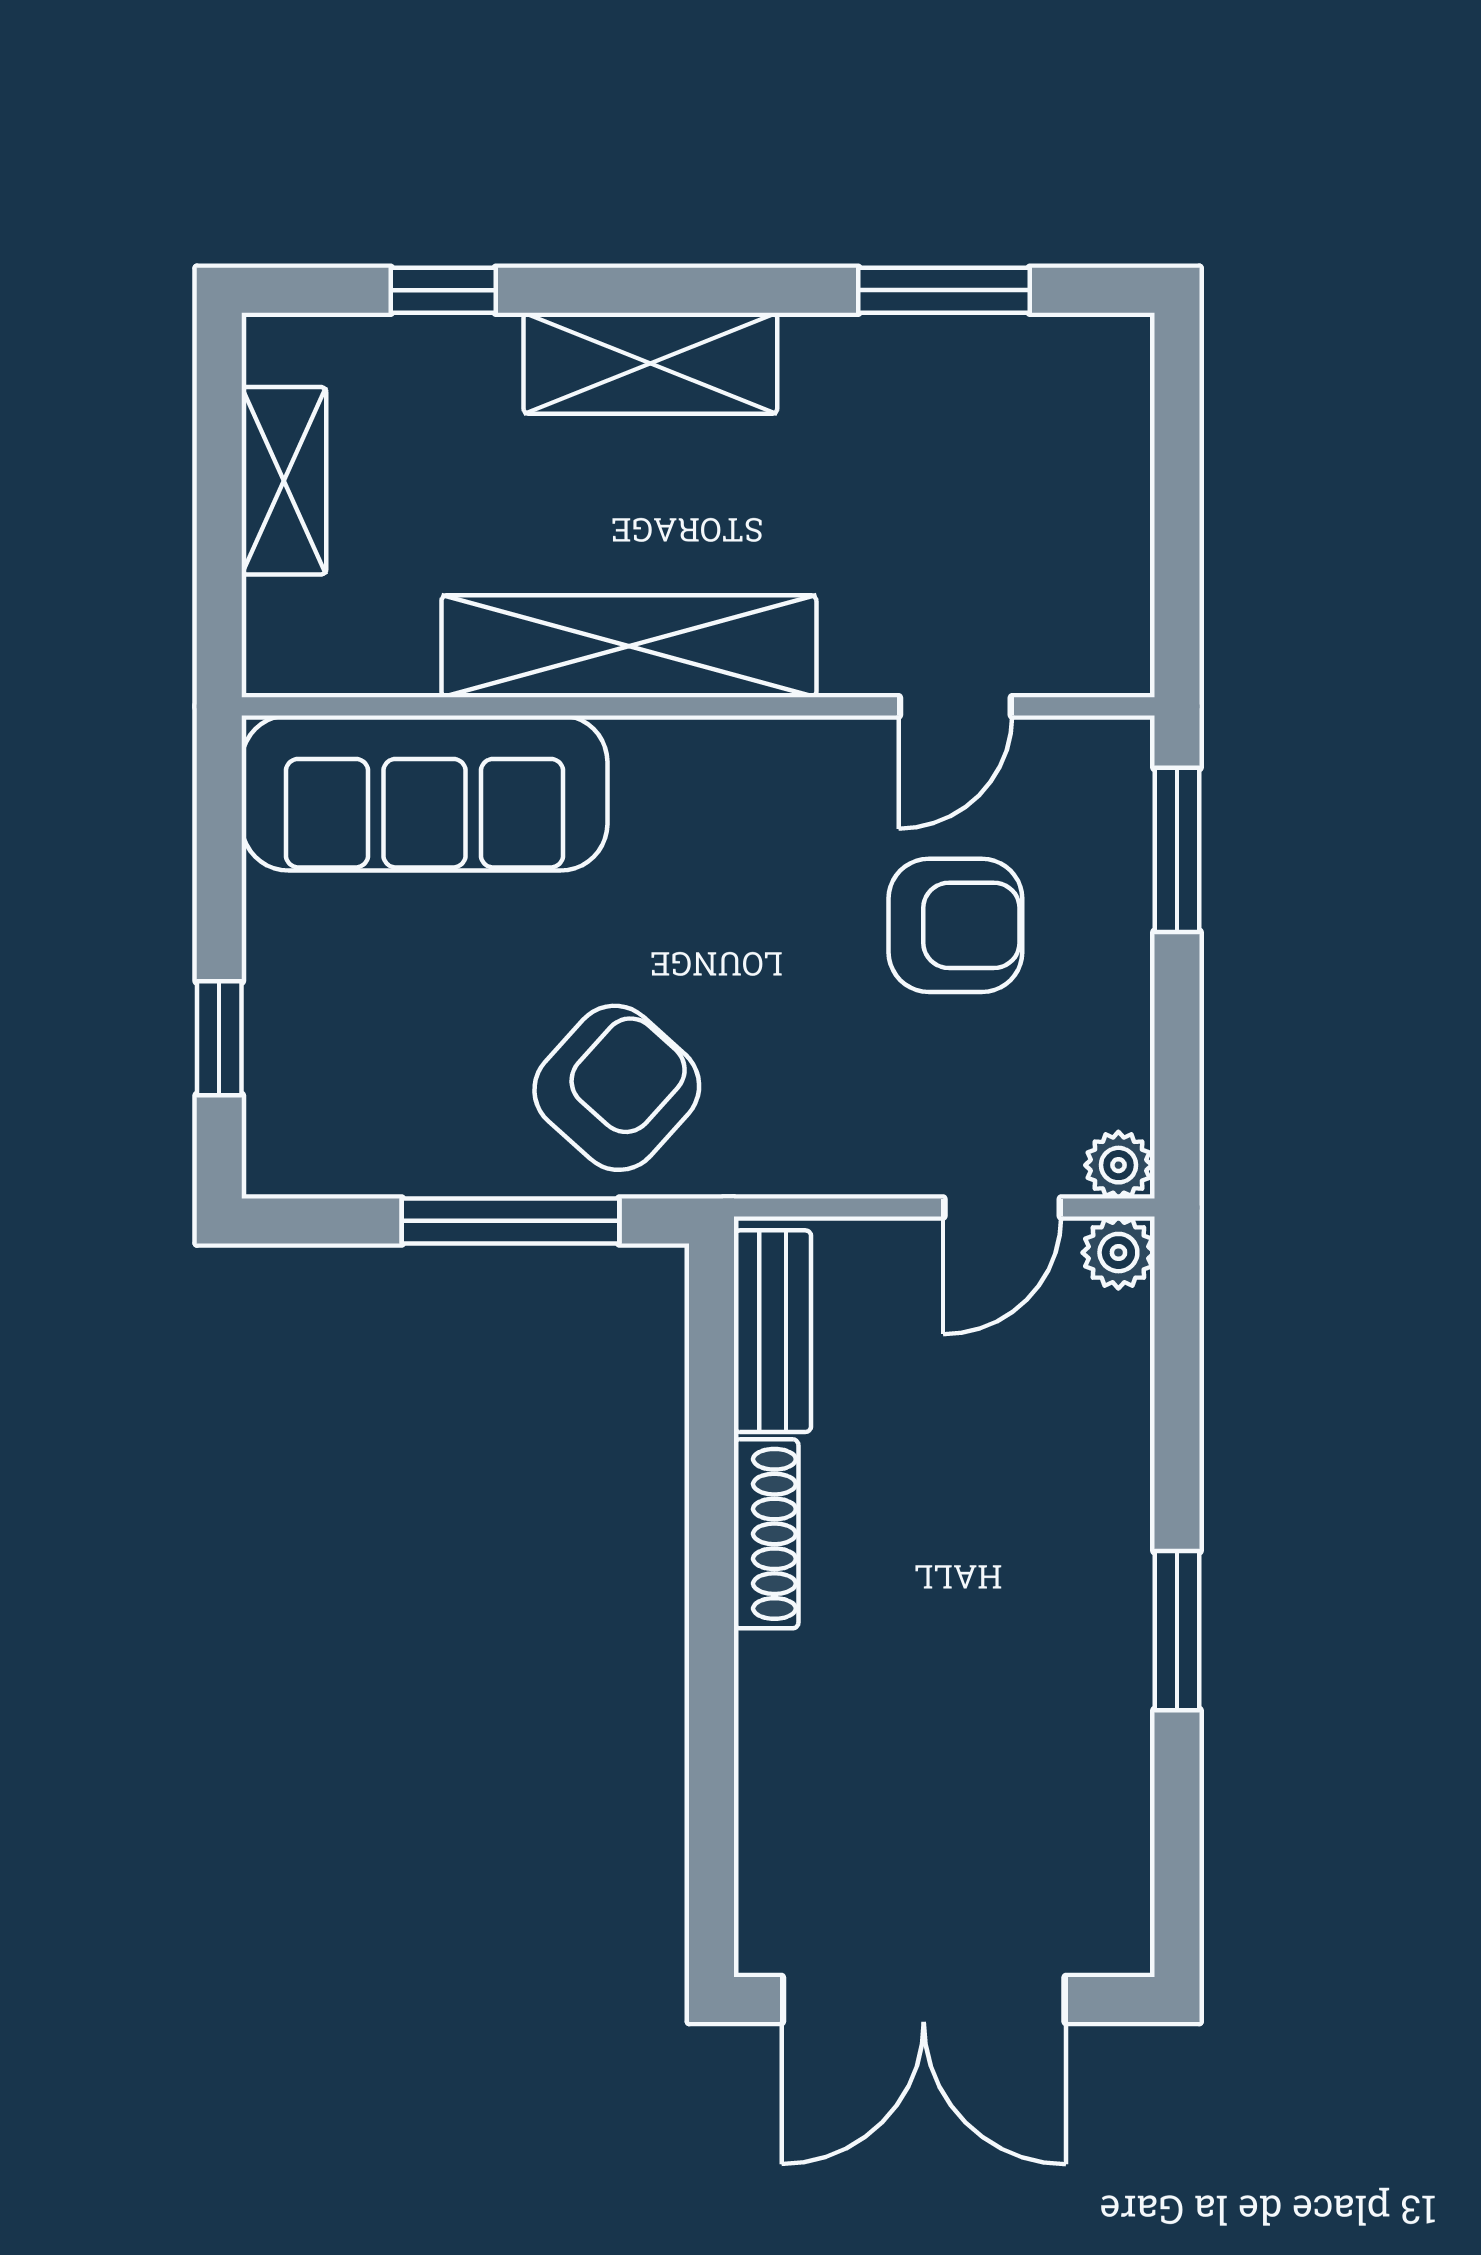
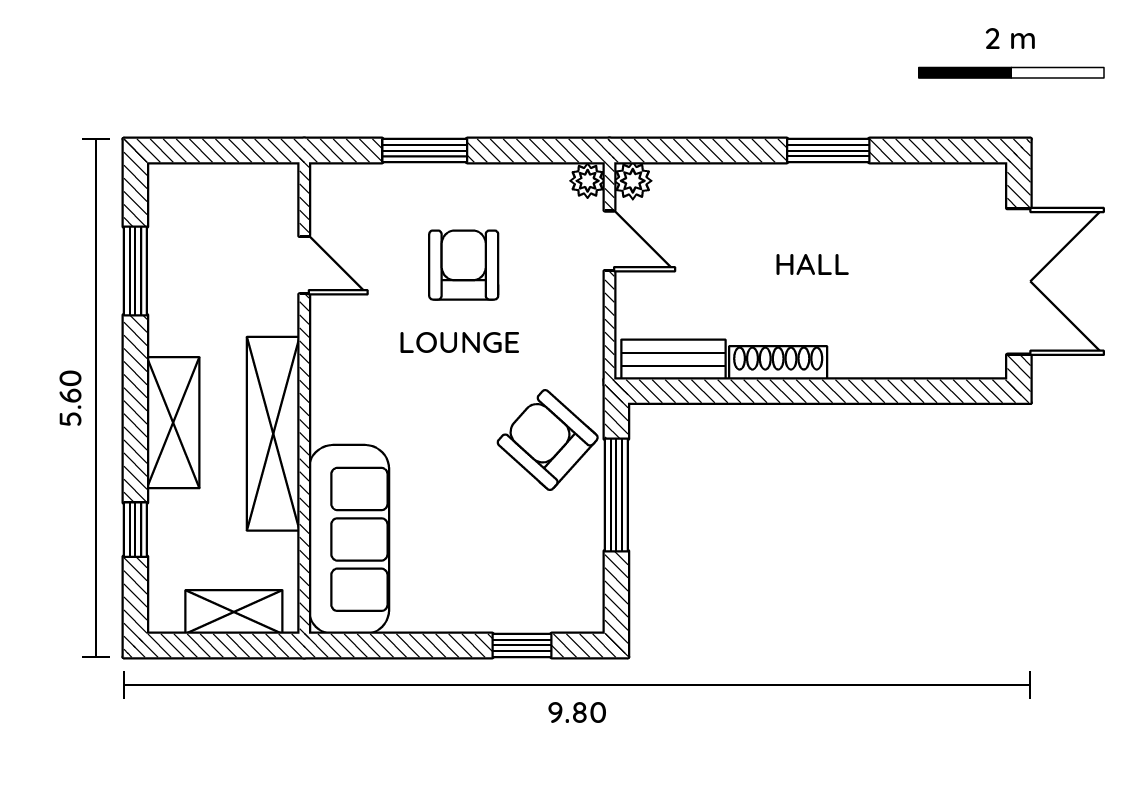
shelving: (629, 646) -> (273, 434), moved
wall: (698, 706) -> (304, 398), moved
door: (955, 706) -> (304, 265), moved
sofa: (424, 793) -> (349, 539), moved

